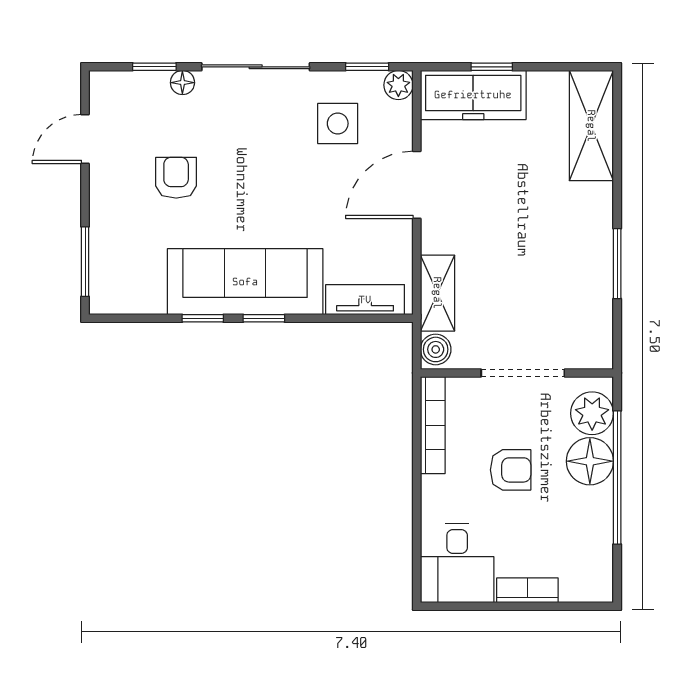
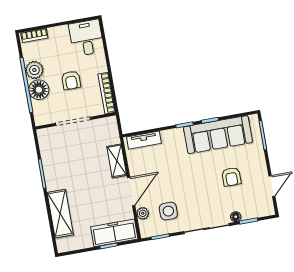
plant: (398, 85) -> (143, 213), moved
shelving: (591, 126) -> (60, 214), moved
sofa: (245, 282) -> (218, 135), moved
shelving: (437, 293) -> (117, 161), moved
boiler: (436, 349) -> (111, 125), removed
plant: (592, 413) -> (34, 70), moved
armchair: (511, 470) -> (71, 80), turned -90
bookcase: (527, 590) -> (34, 35), moved

